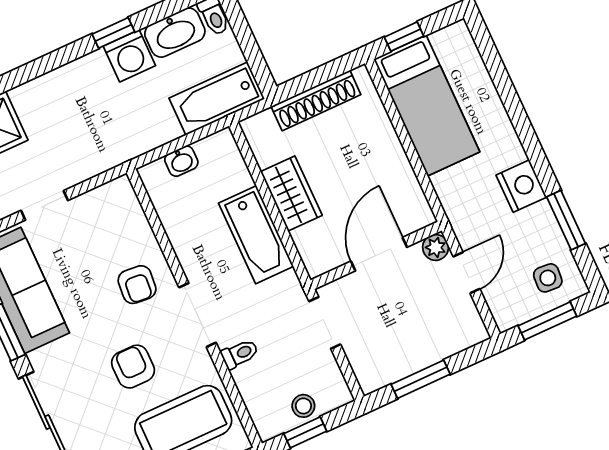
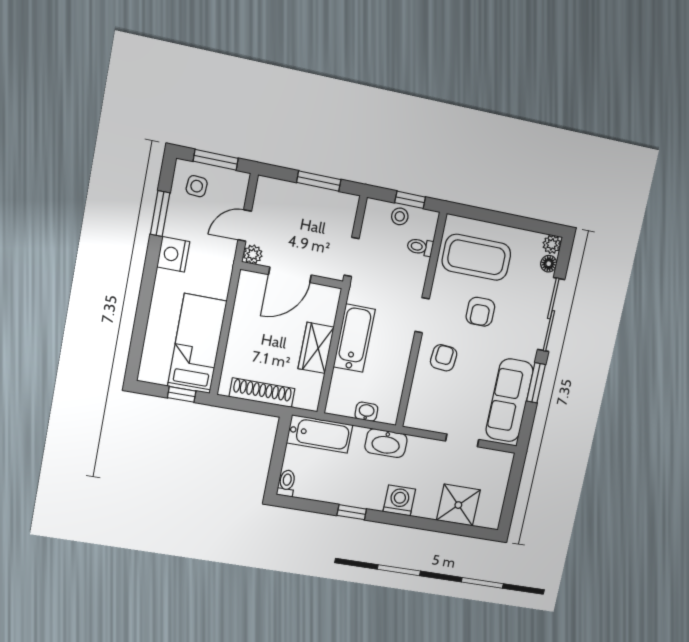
washbasin: (175, 33) -> (386, 443), moved, turned 180
washing machine: (129, 56) -> (399, 500), moved
doorway: (198, 315) -> (422, 315), width x0.73
toilet: (240, 354) -> (420, 247), moved

